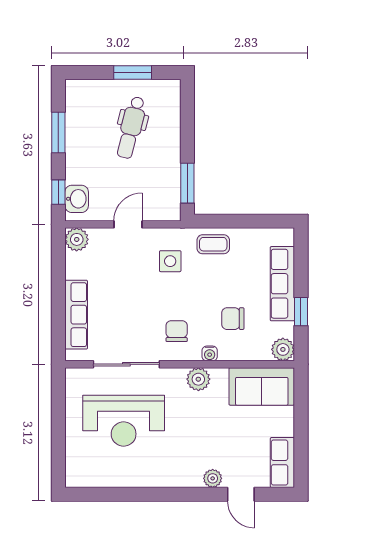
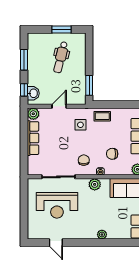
row of seats: (76, 315) -> (33, 138), moved
door: (241, 494) -> (56, 243), moved

